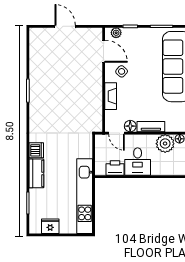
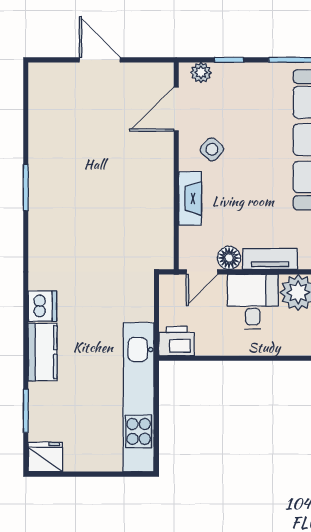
door: (104, 51) -> (176, 109), swing flipped
door: (117, 133) -> (202, 272), hinge flipped
desk: (138, 162) -> (253, 302), moved, turned 180
printer: (115, 168) -> (177, 341), moved
fridge: (50, 226) -> (45, 457), moved

